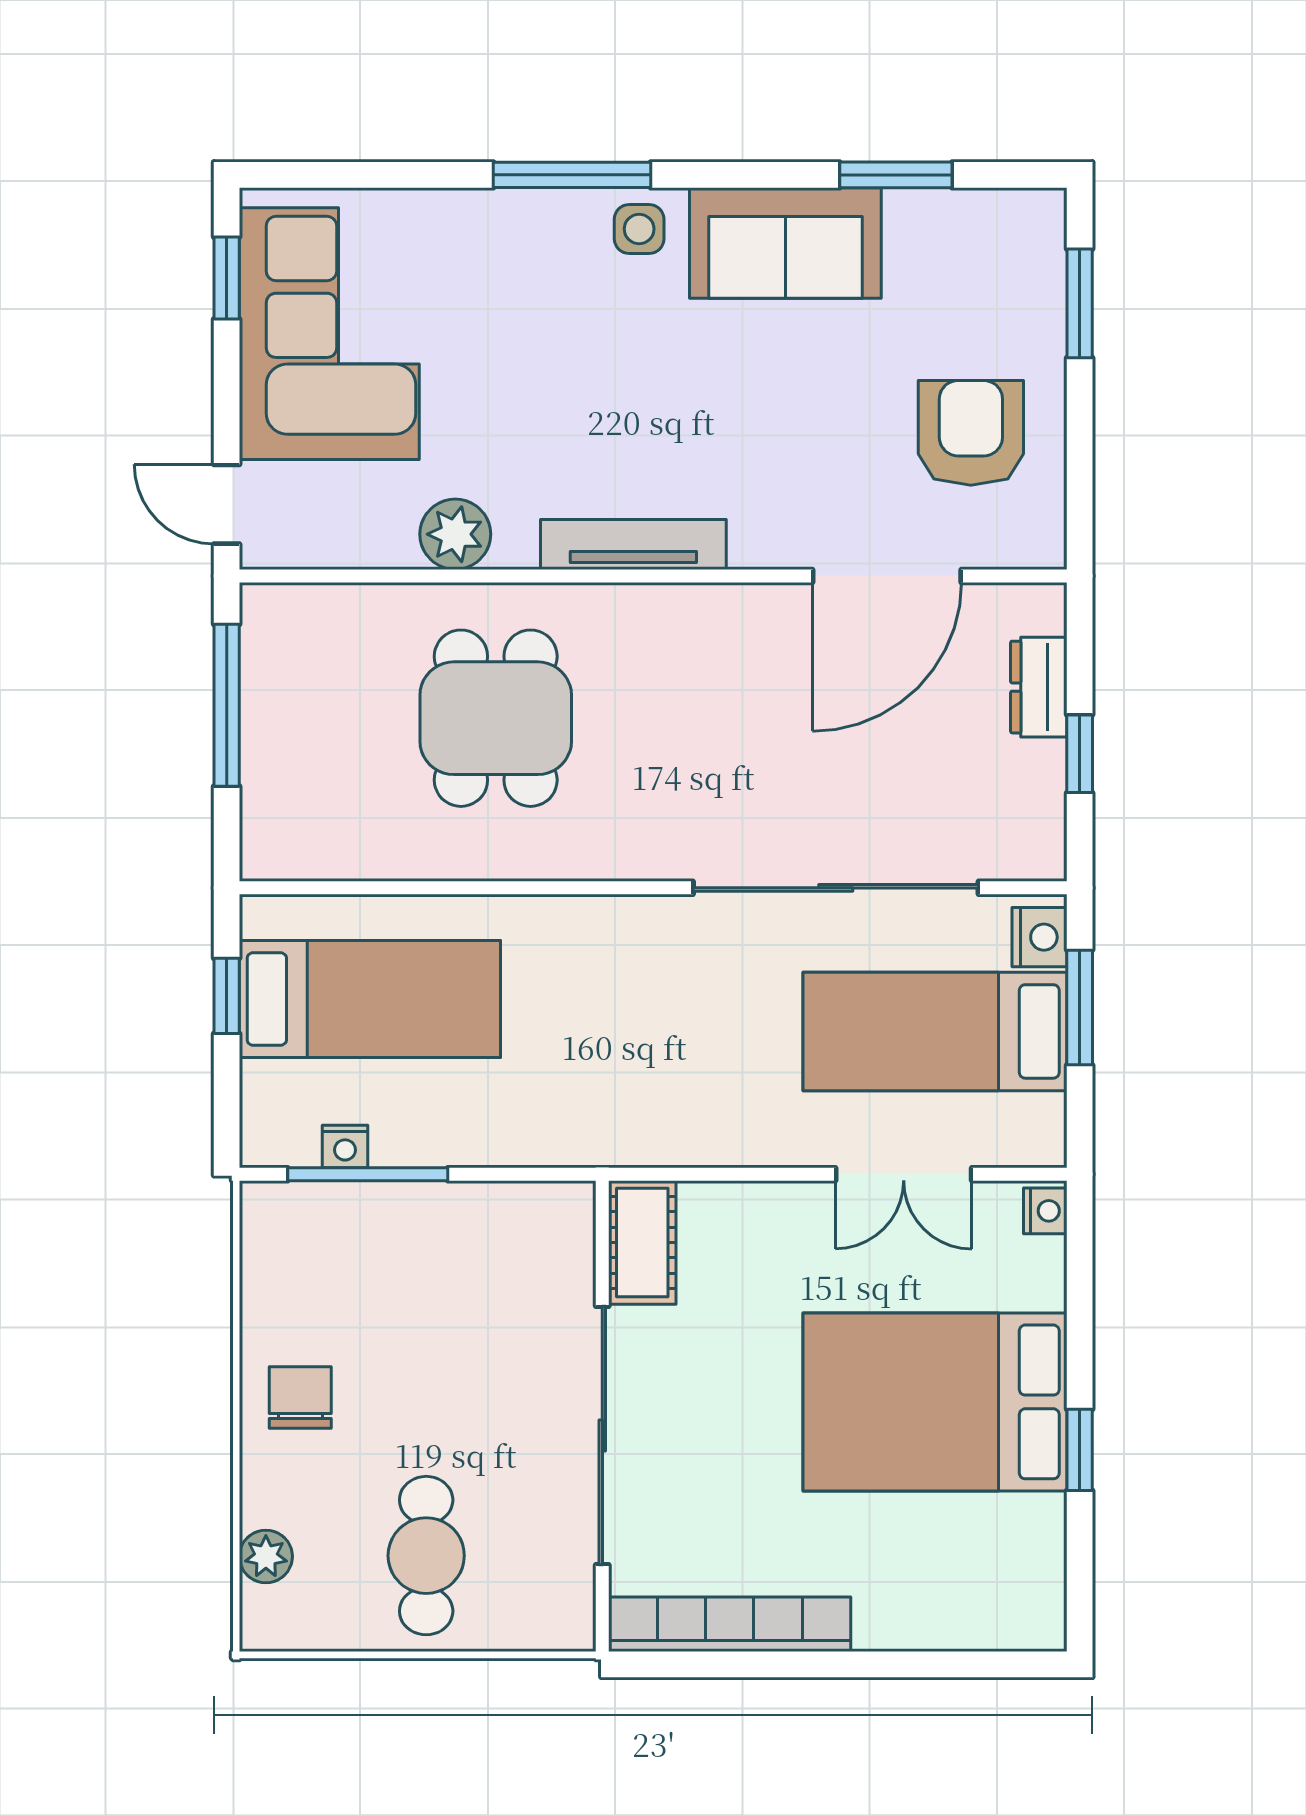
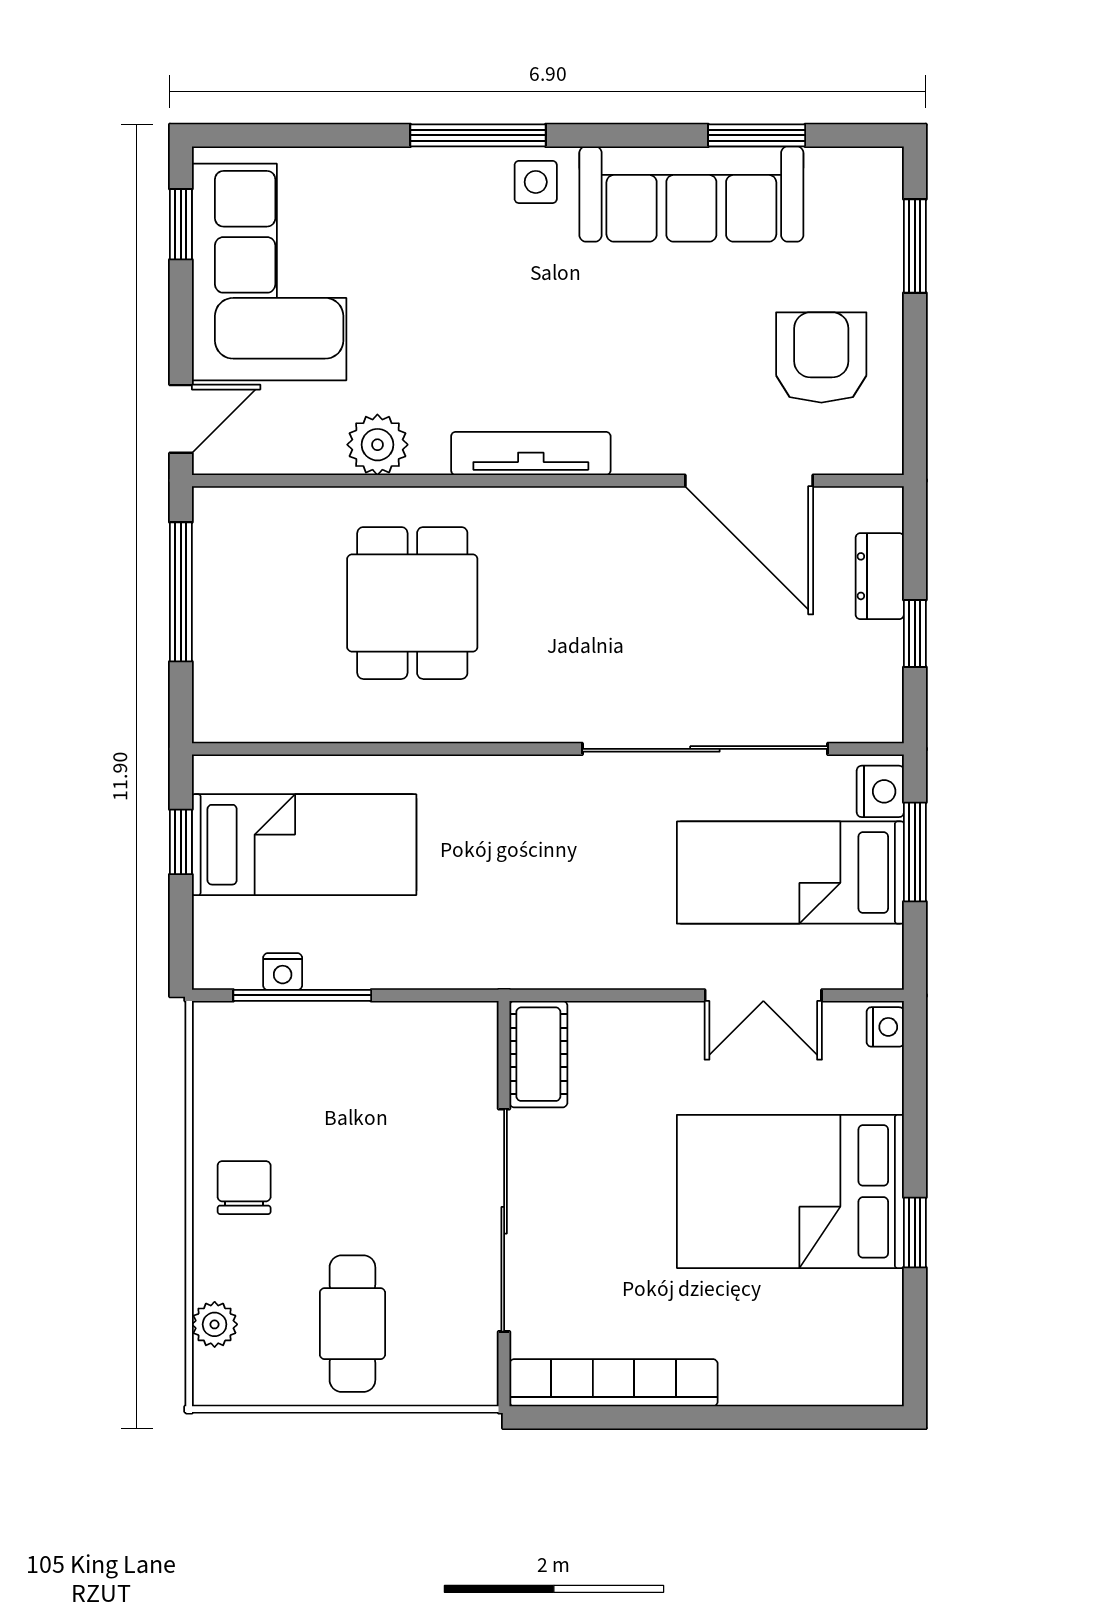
sofa: (785, 243) -> (691, 194), width x1.36
door: (227, 504) -> (181, 419), swing flipped
door: (887, 576) -> (749, 481), hinge flipped

